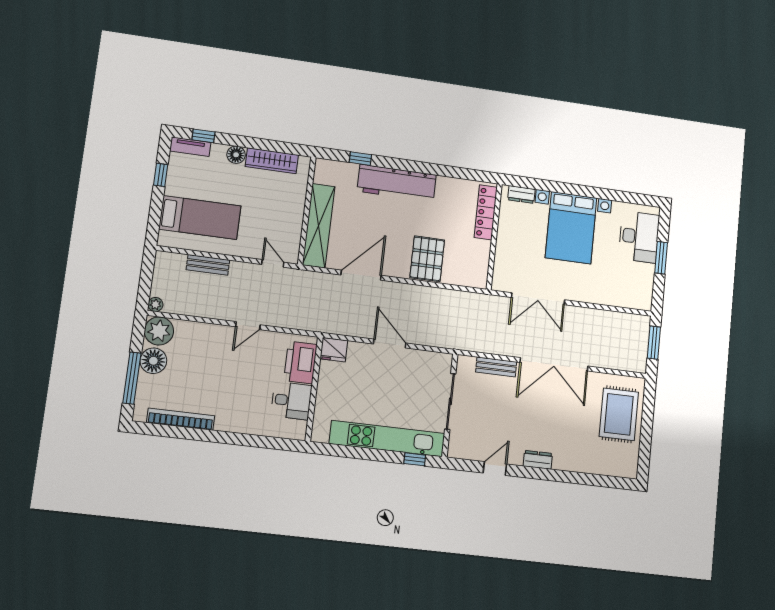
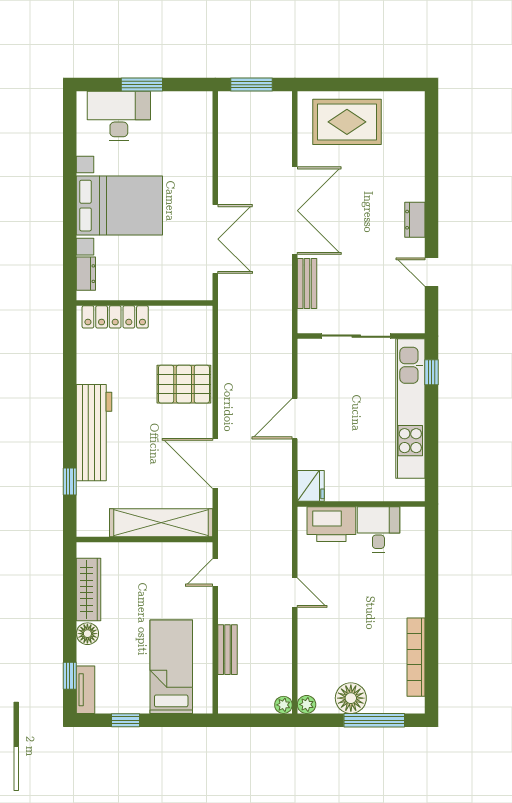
plant: (159, 331) -> (307, 704), width x0.53, depth x0.53

